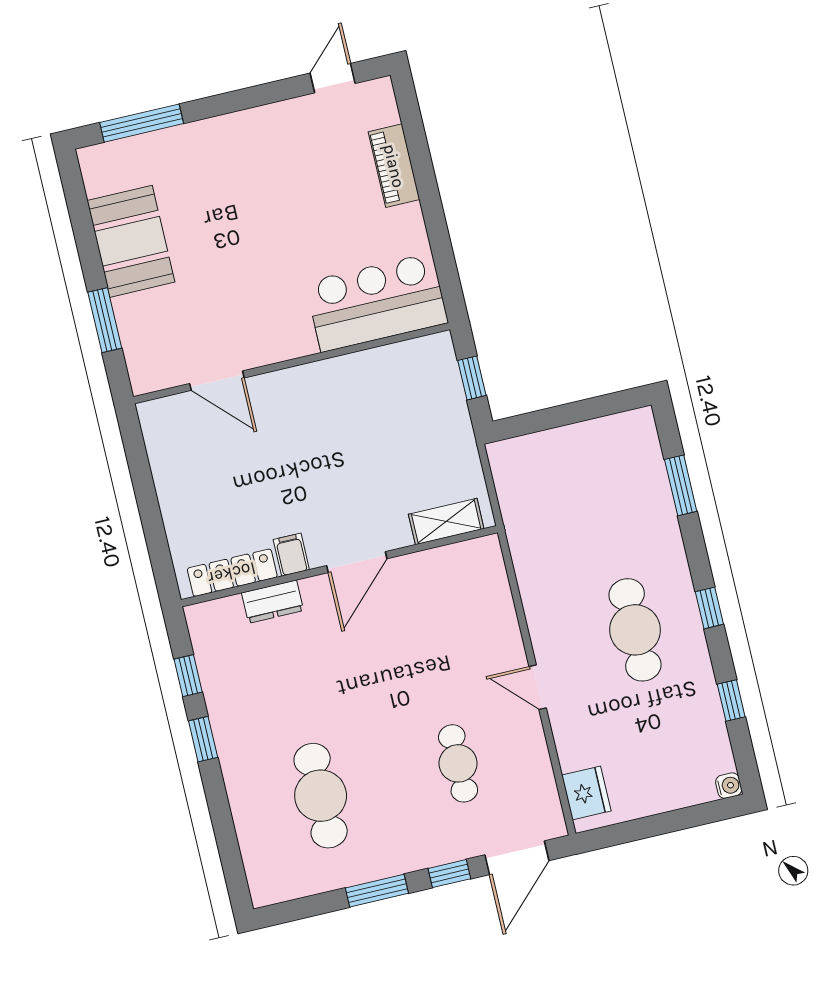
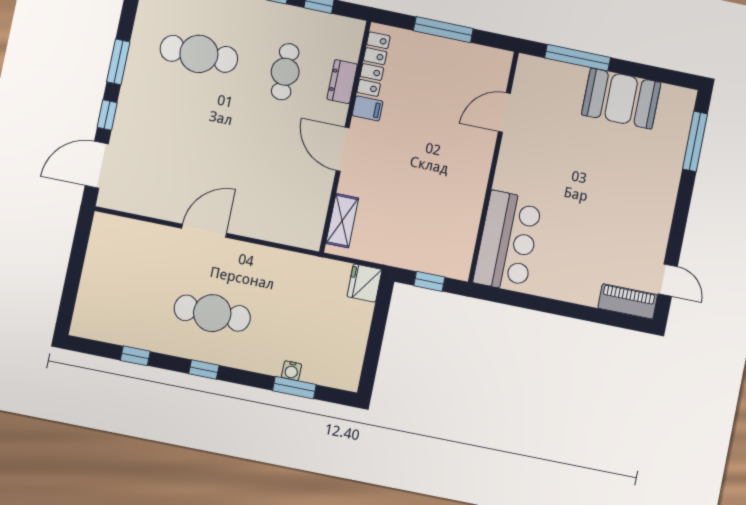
piano: (394, 166) -> (628, 301), moved
window: (105, 320) -> (578, 58), width x1.44
window: (148, 505) -> (443, 30), added
door: (538, 687) -> (204, 231), width x1.37
cafe table: (458, 763) -> (285, 72), moved, turned 90
water cooler: (729, 786) -> (291, 371), moved
fridge: (586, 793) -> (364, 283), moved, turned 90
door: (517, 858) -> (97, 165), hinge flipped

